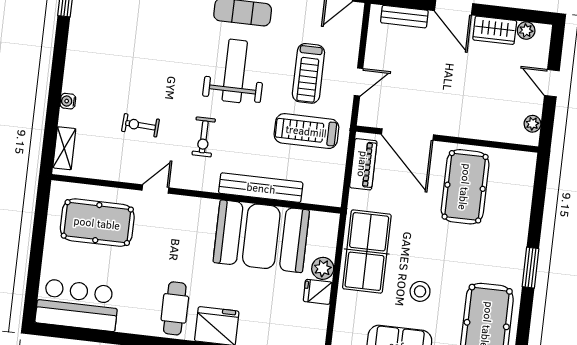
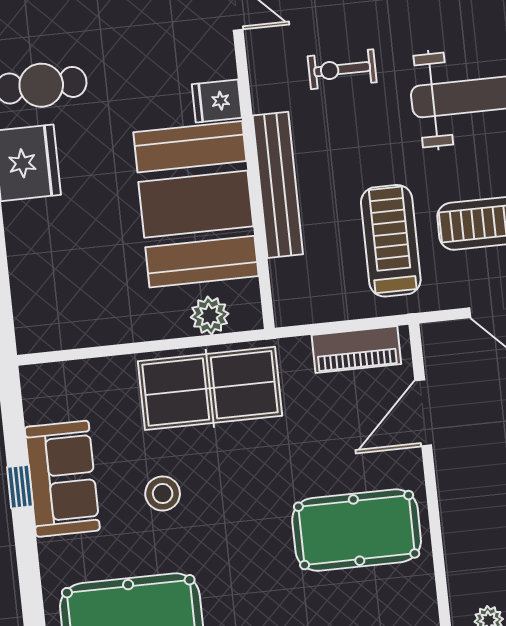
door: (407, 135) -> (423, 413), width x0.73
plant: (323, 268) -> (210, 316), moved
fridge: (318, 292) -> (217, 101), moved, turned -90

